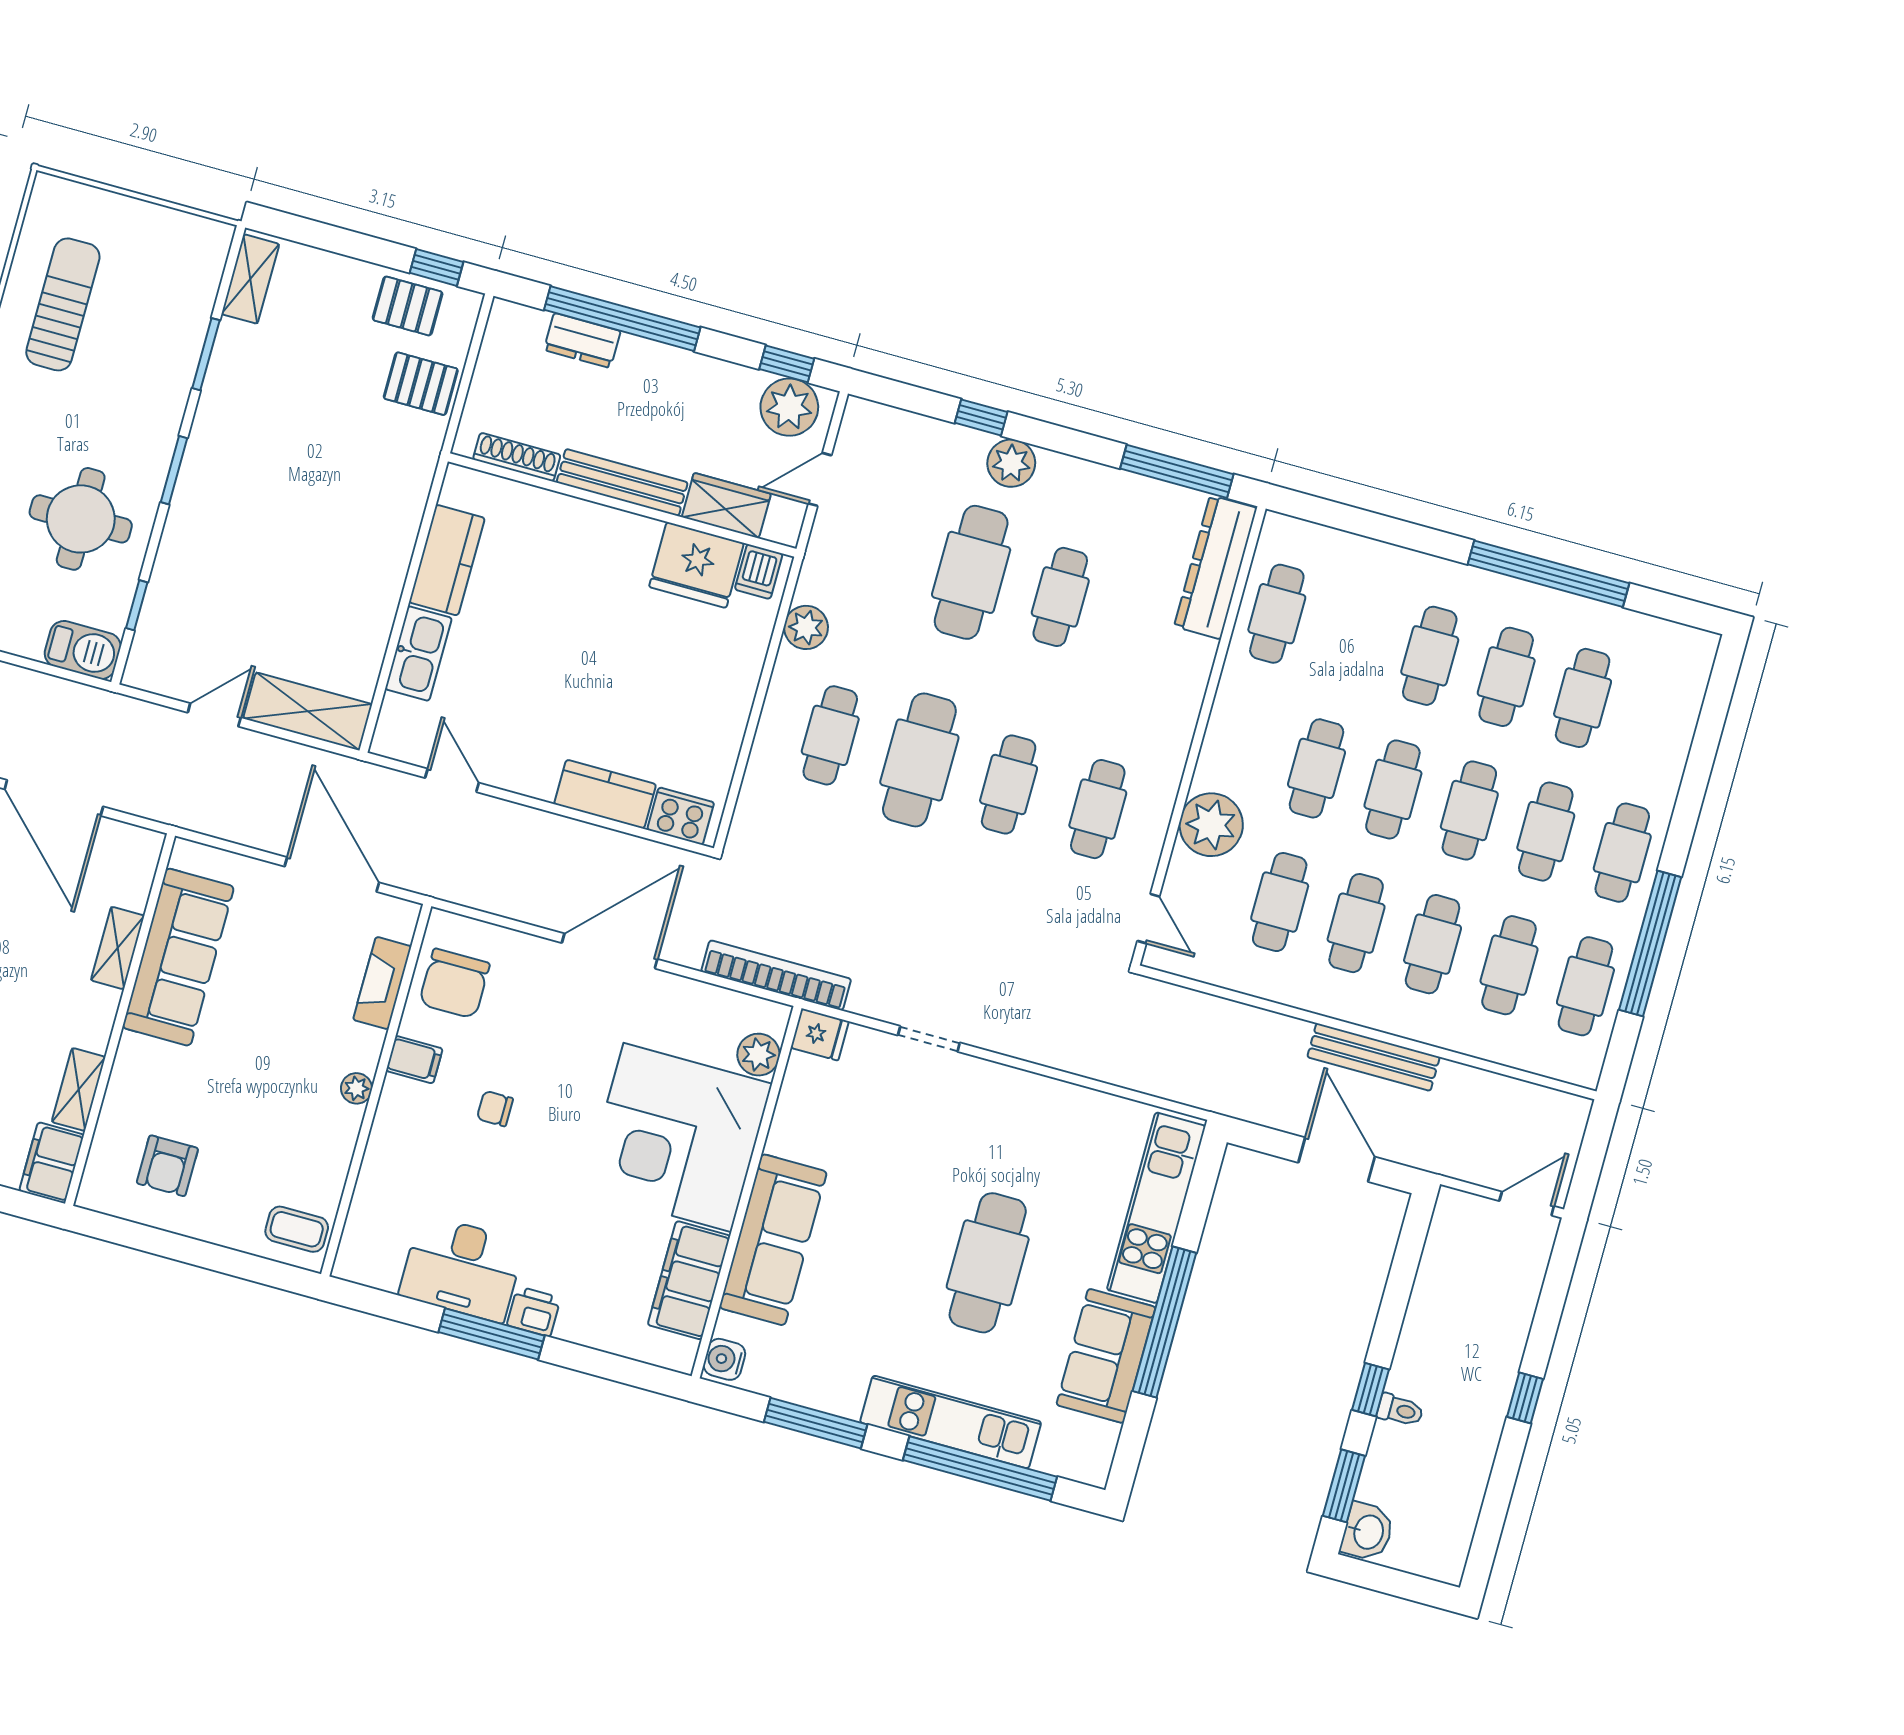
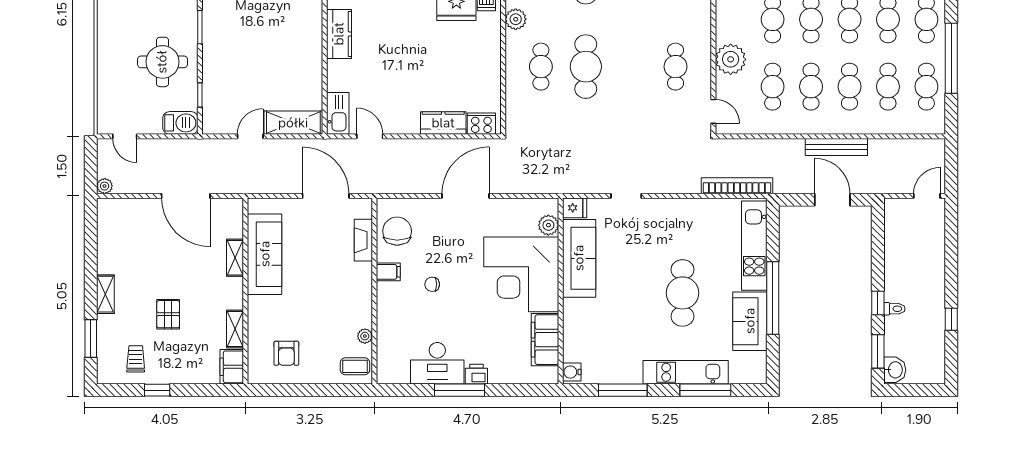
kitchen sink: (418, 653) -> (338, 113), moved
cafe table: (1009, 784) -> (631, 67), removed
bookcase: (776, 975) -> (737, 186), moved
chair: (454, 984) -> (397, 231), turned 180
plant: (356, 1088) -> (365, 336), moved
sofa: (773, 1240) -> (579, 258), moved
window: (1525, 1398) -> (951, 319), moved
window: (980, 1468) -> (705, 390), width x0.68

